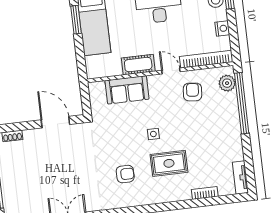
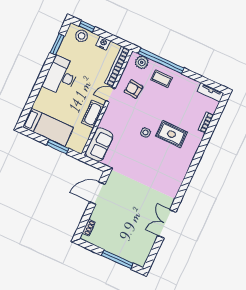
window: (76, 20) -> (58, 147), moved
sofa: (127, 90) -> (99, 145), moved
coffee table: (222, 115) -> (161, 79), added
rug: (169, 163) -> (171, 134), turned 90
armchair: (125, 174) -> (161, 168), removed

